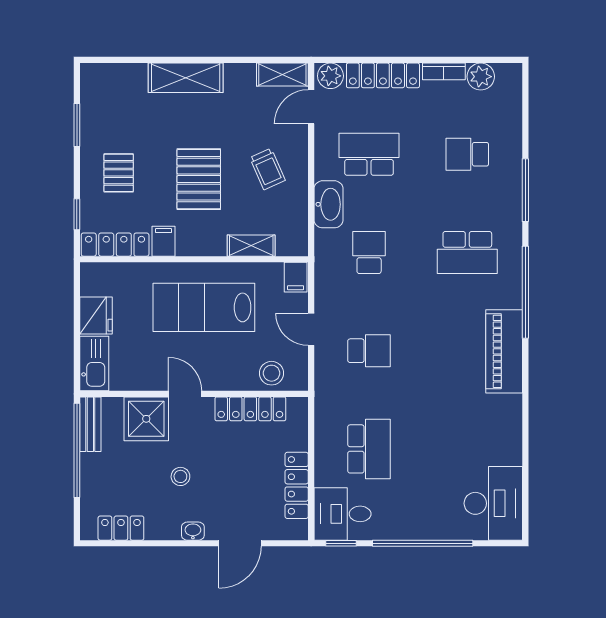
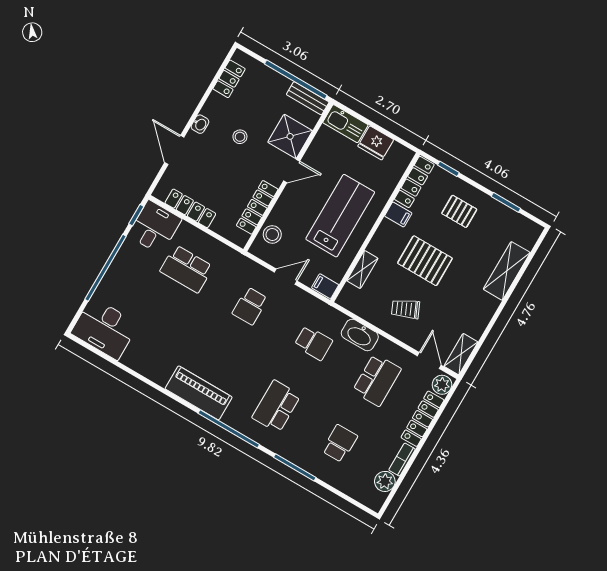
shelving: (186, 78) -> (507, 271), moved

